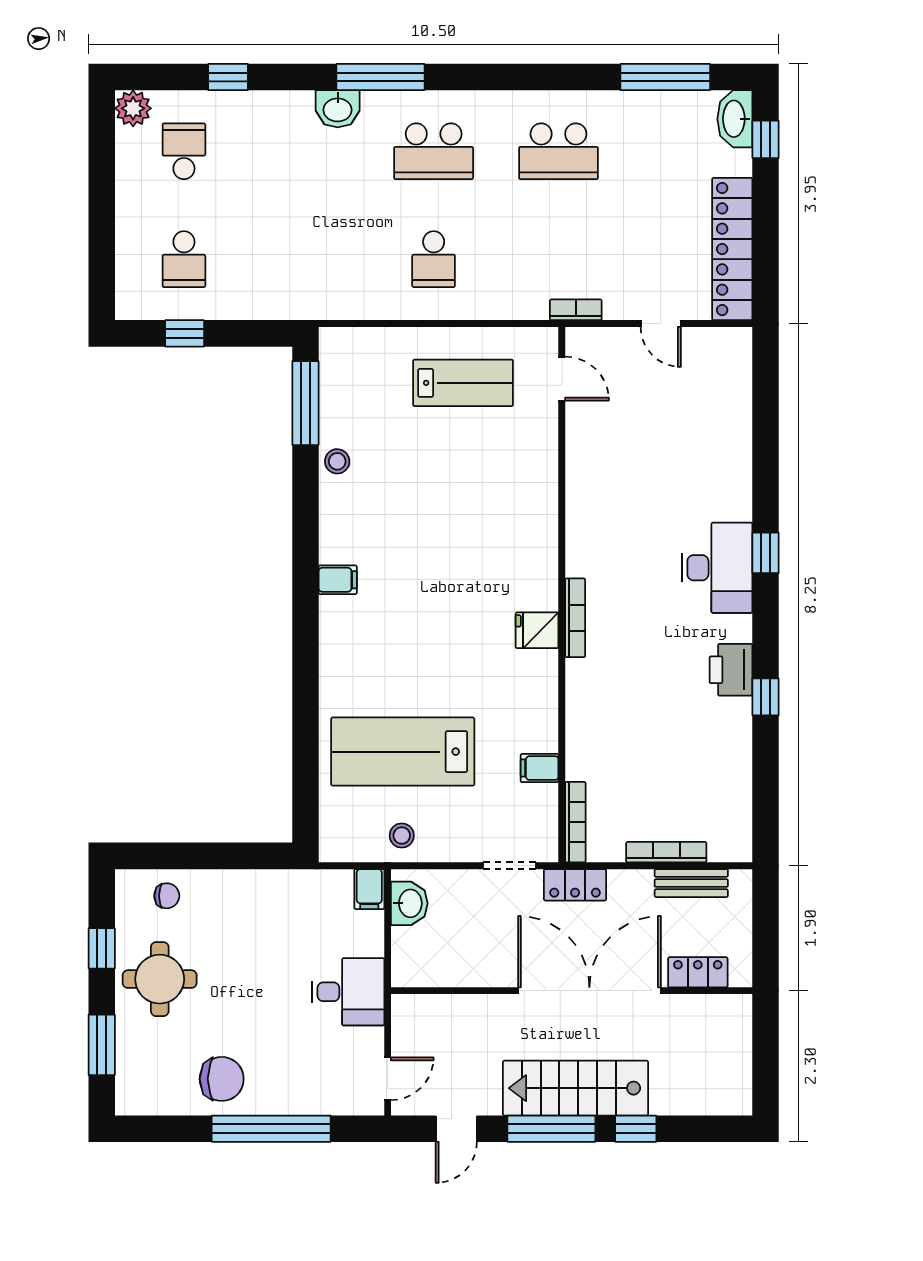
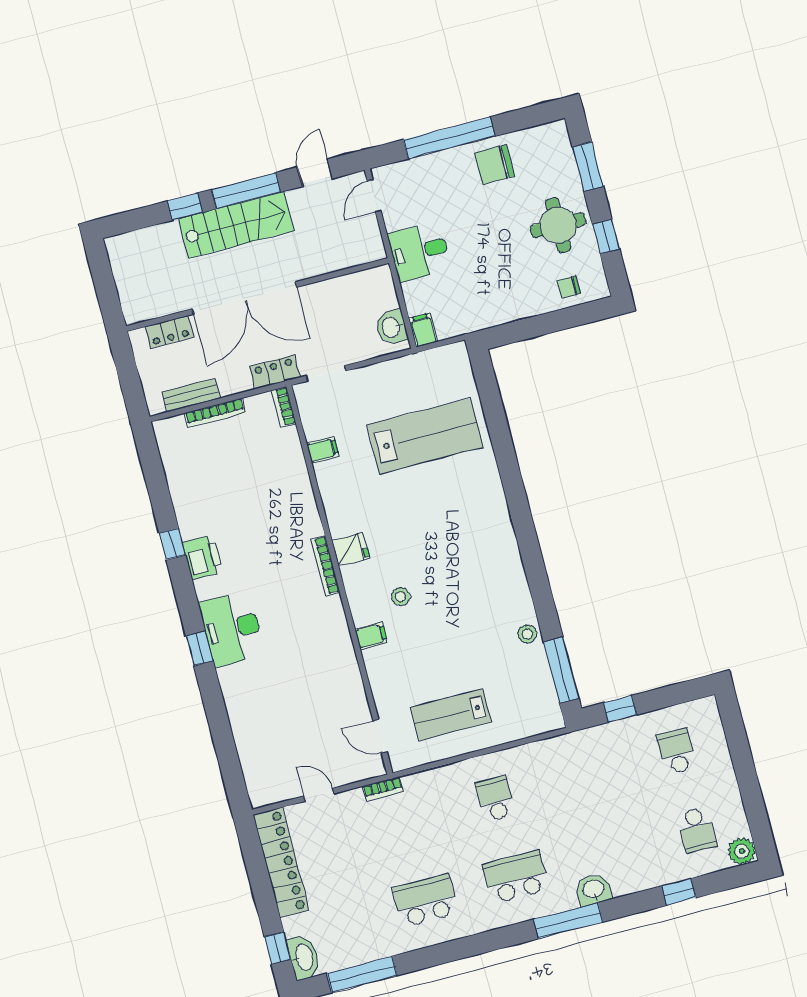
window: (185, 333) -> (620, 709), moved
filing cabinet: (338, 580) -> (371, 636), moved, turned 180
bookcase: (575, 822) -> (284, 407), width x0.64
stool: (402, 835) -> (401, 597), moved

